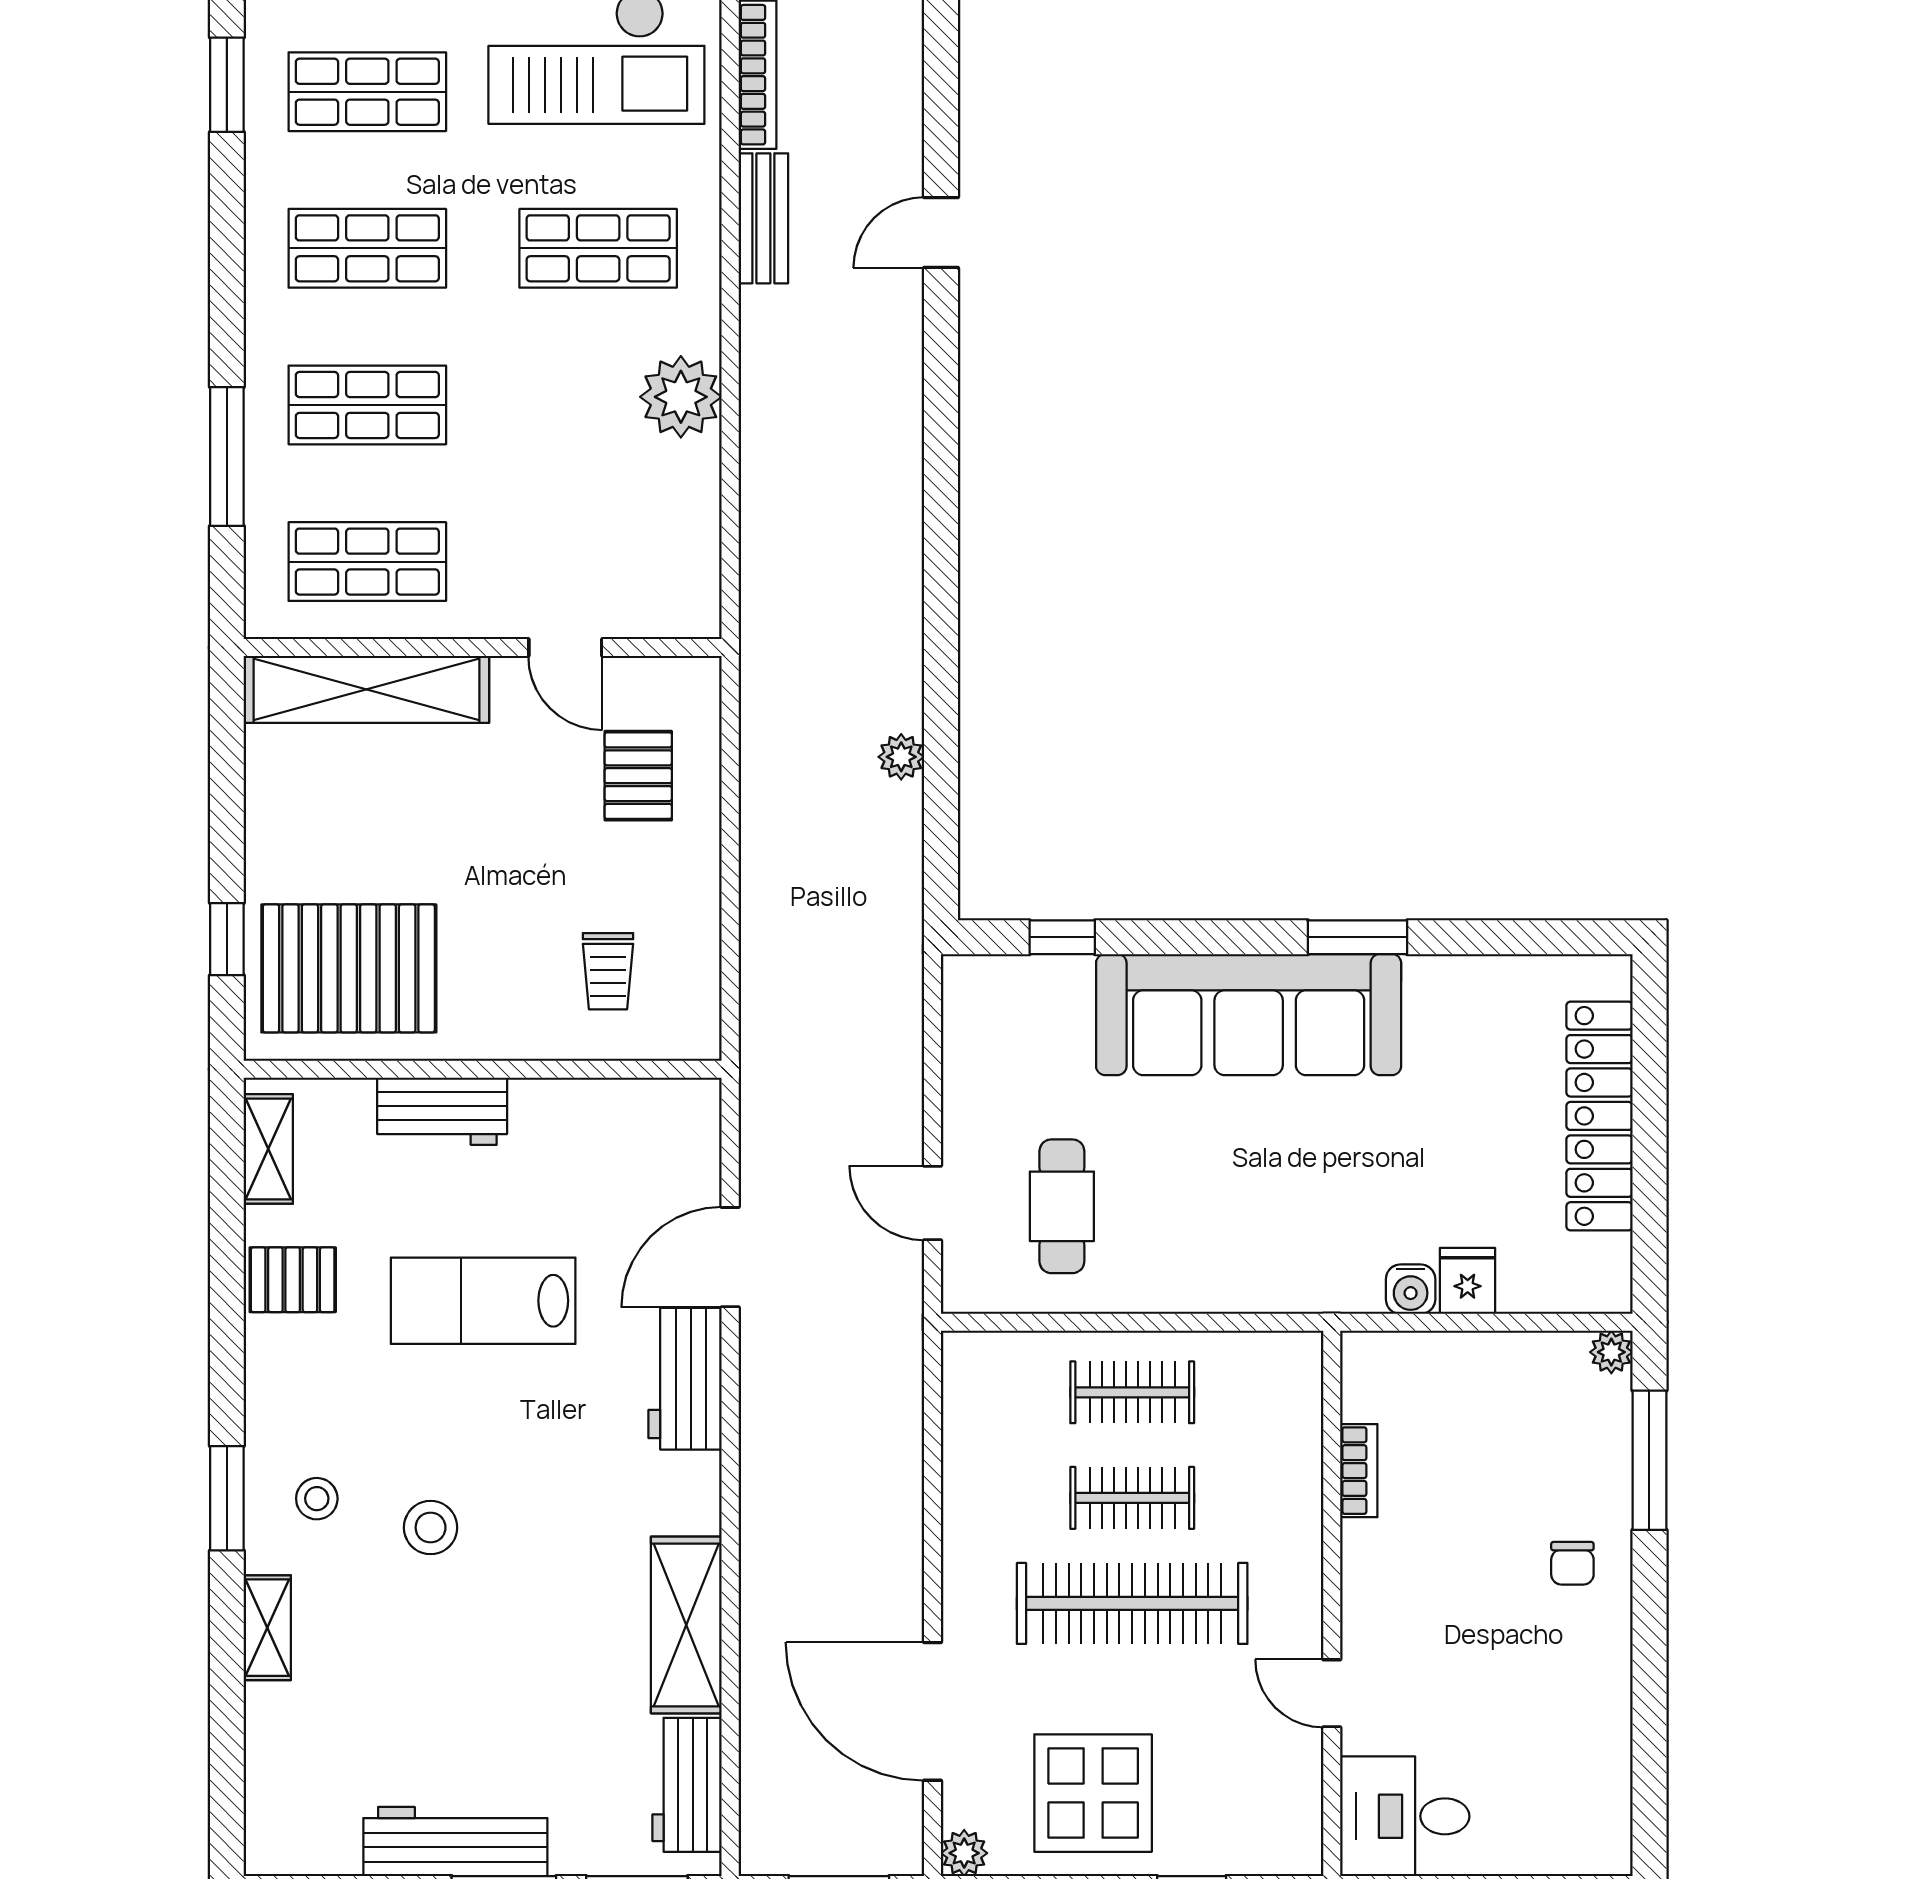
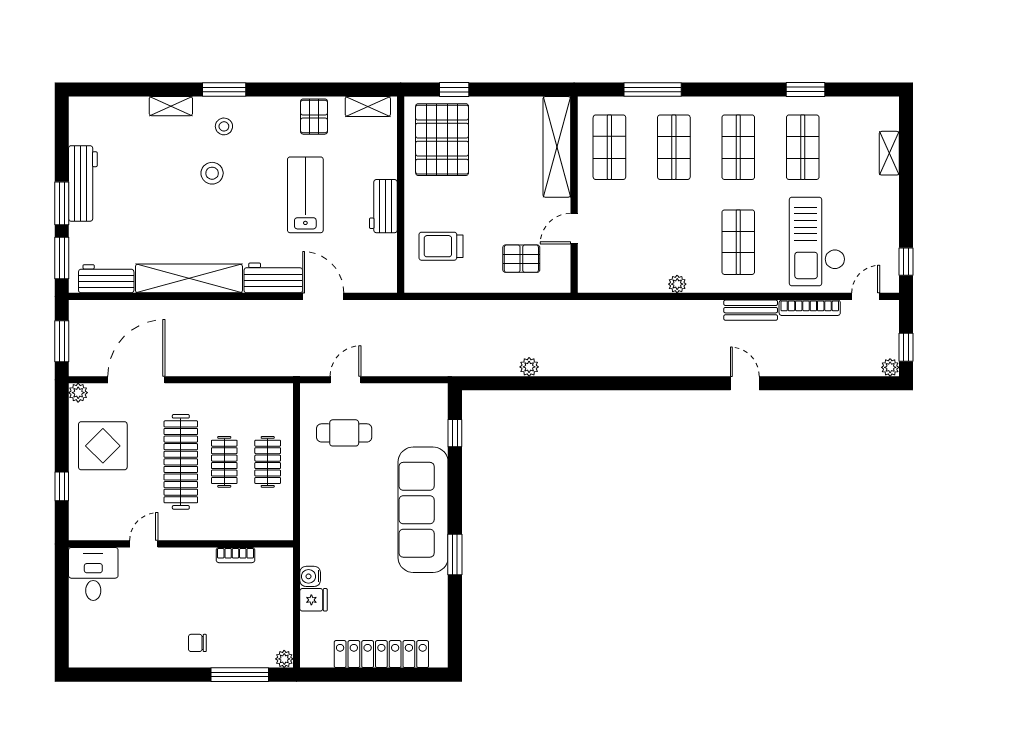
plant: (681, 397) -> (677, 284), width x0.53, depth x0.53
trolley: (608, 971) -> (441, 246), width x1.36, depth x1.39
workbench: (442, 1111) -> (383, 206), moved
shelving: (686, 1625) -> (189, 278), width x1.47

